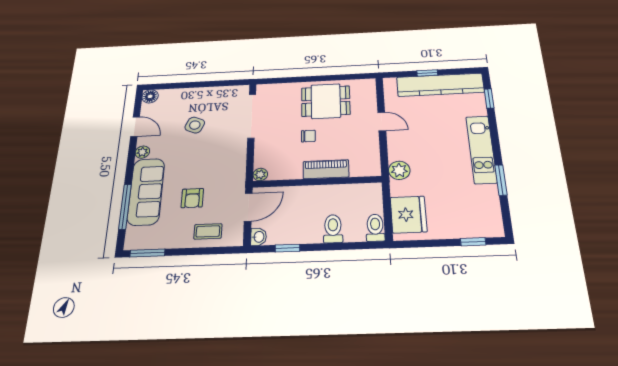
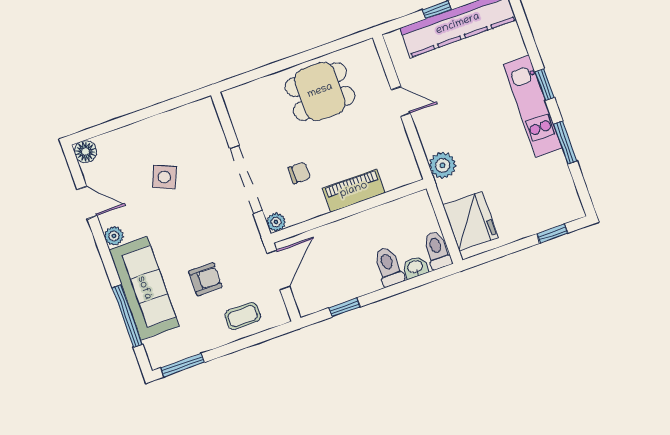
window: (489, 99) -> (545, 85), moved
doorway: (252, 116) -> (246, 179), moved
chair: (308, 136) -> (299, 173), moved
armchair: (192, 198) -> (205, 279), turned -90
washbasin: (259, 237) -> (415, 267), moved, turned -90

